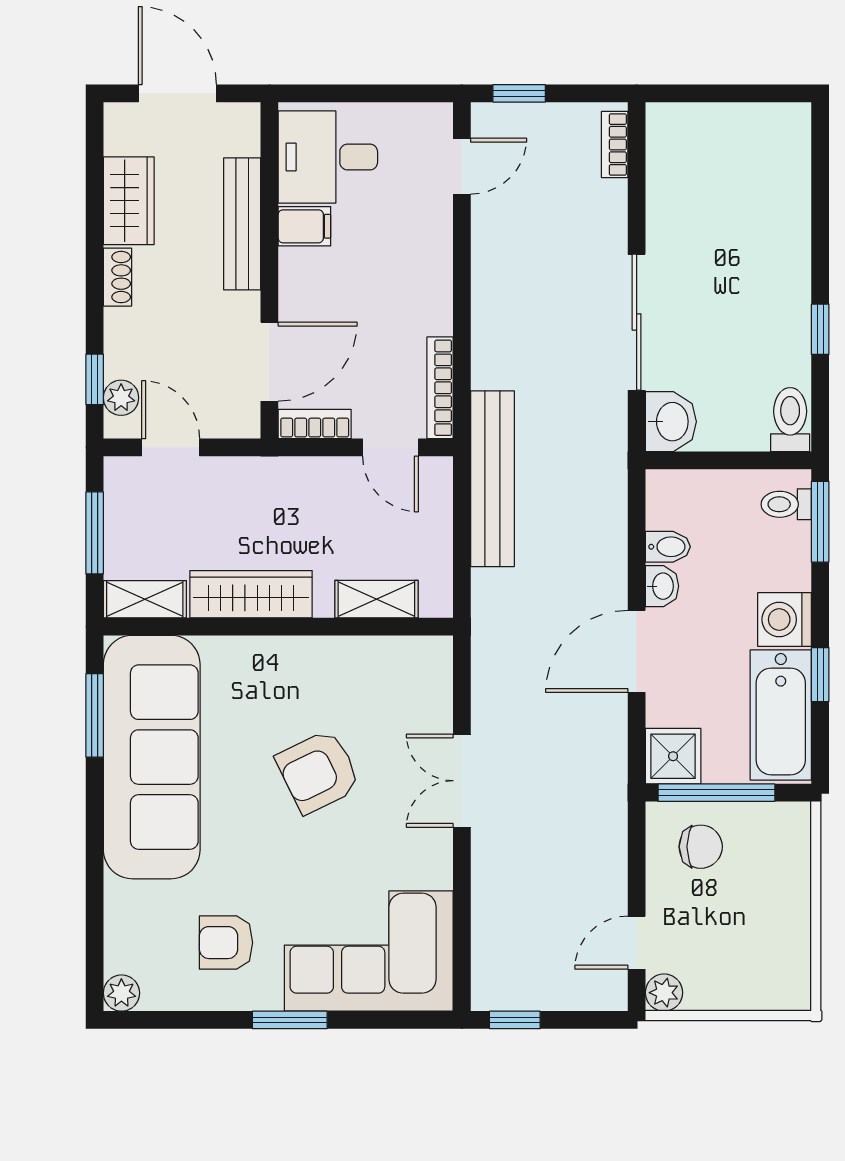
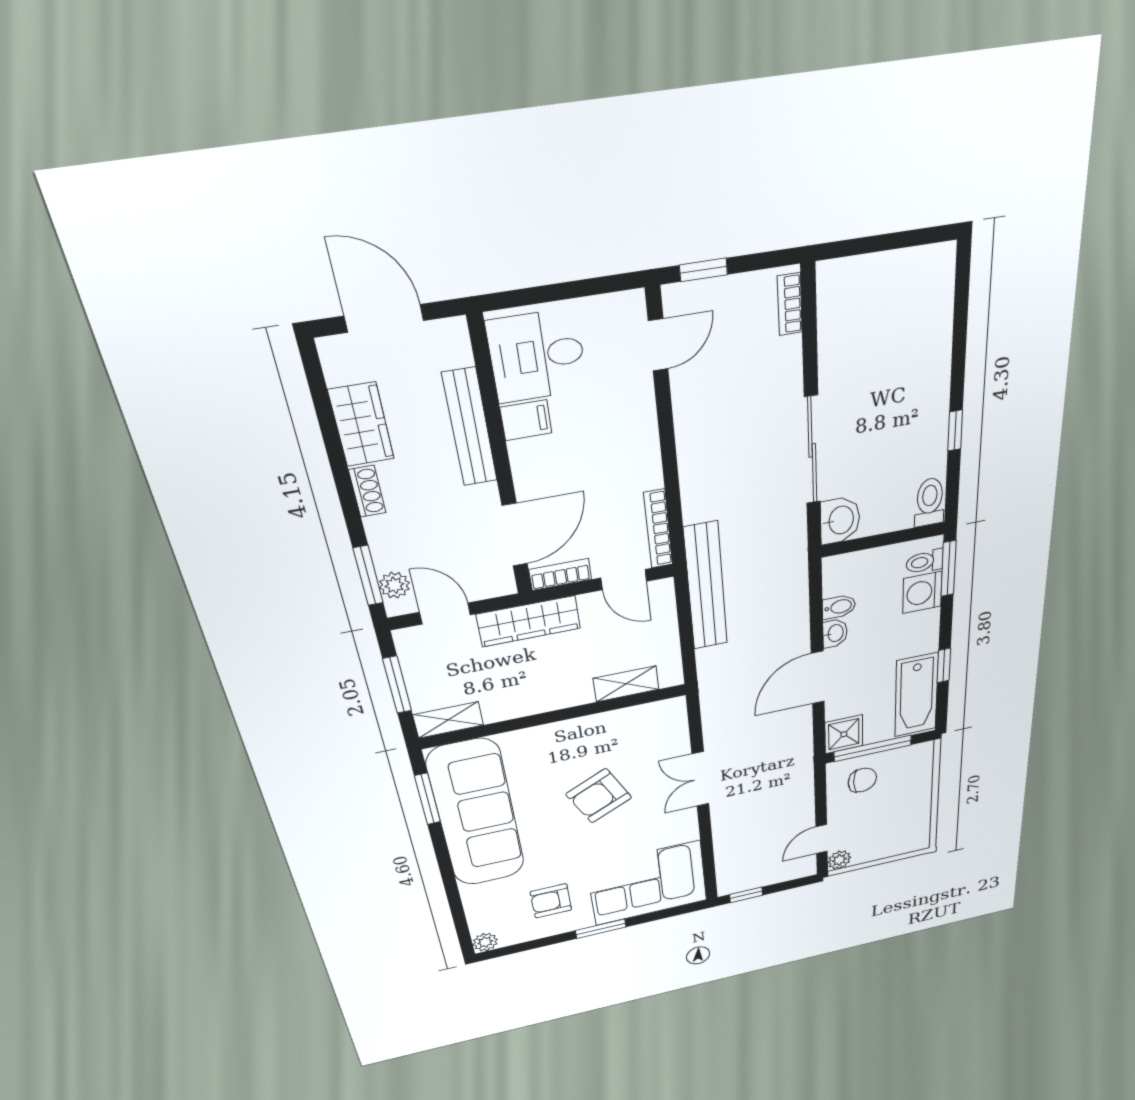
window: (95, 379) -> (368, 576), width x1.50
wardrobe: (251, 594) -> (529, 621), moved, turned 180
washing machine: (785, 619) -> (922, 592), moved

